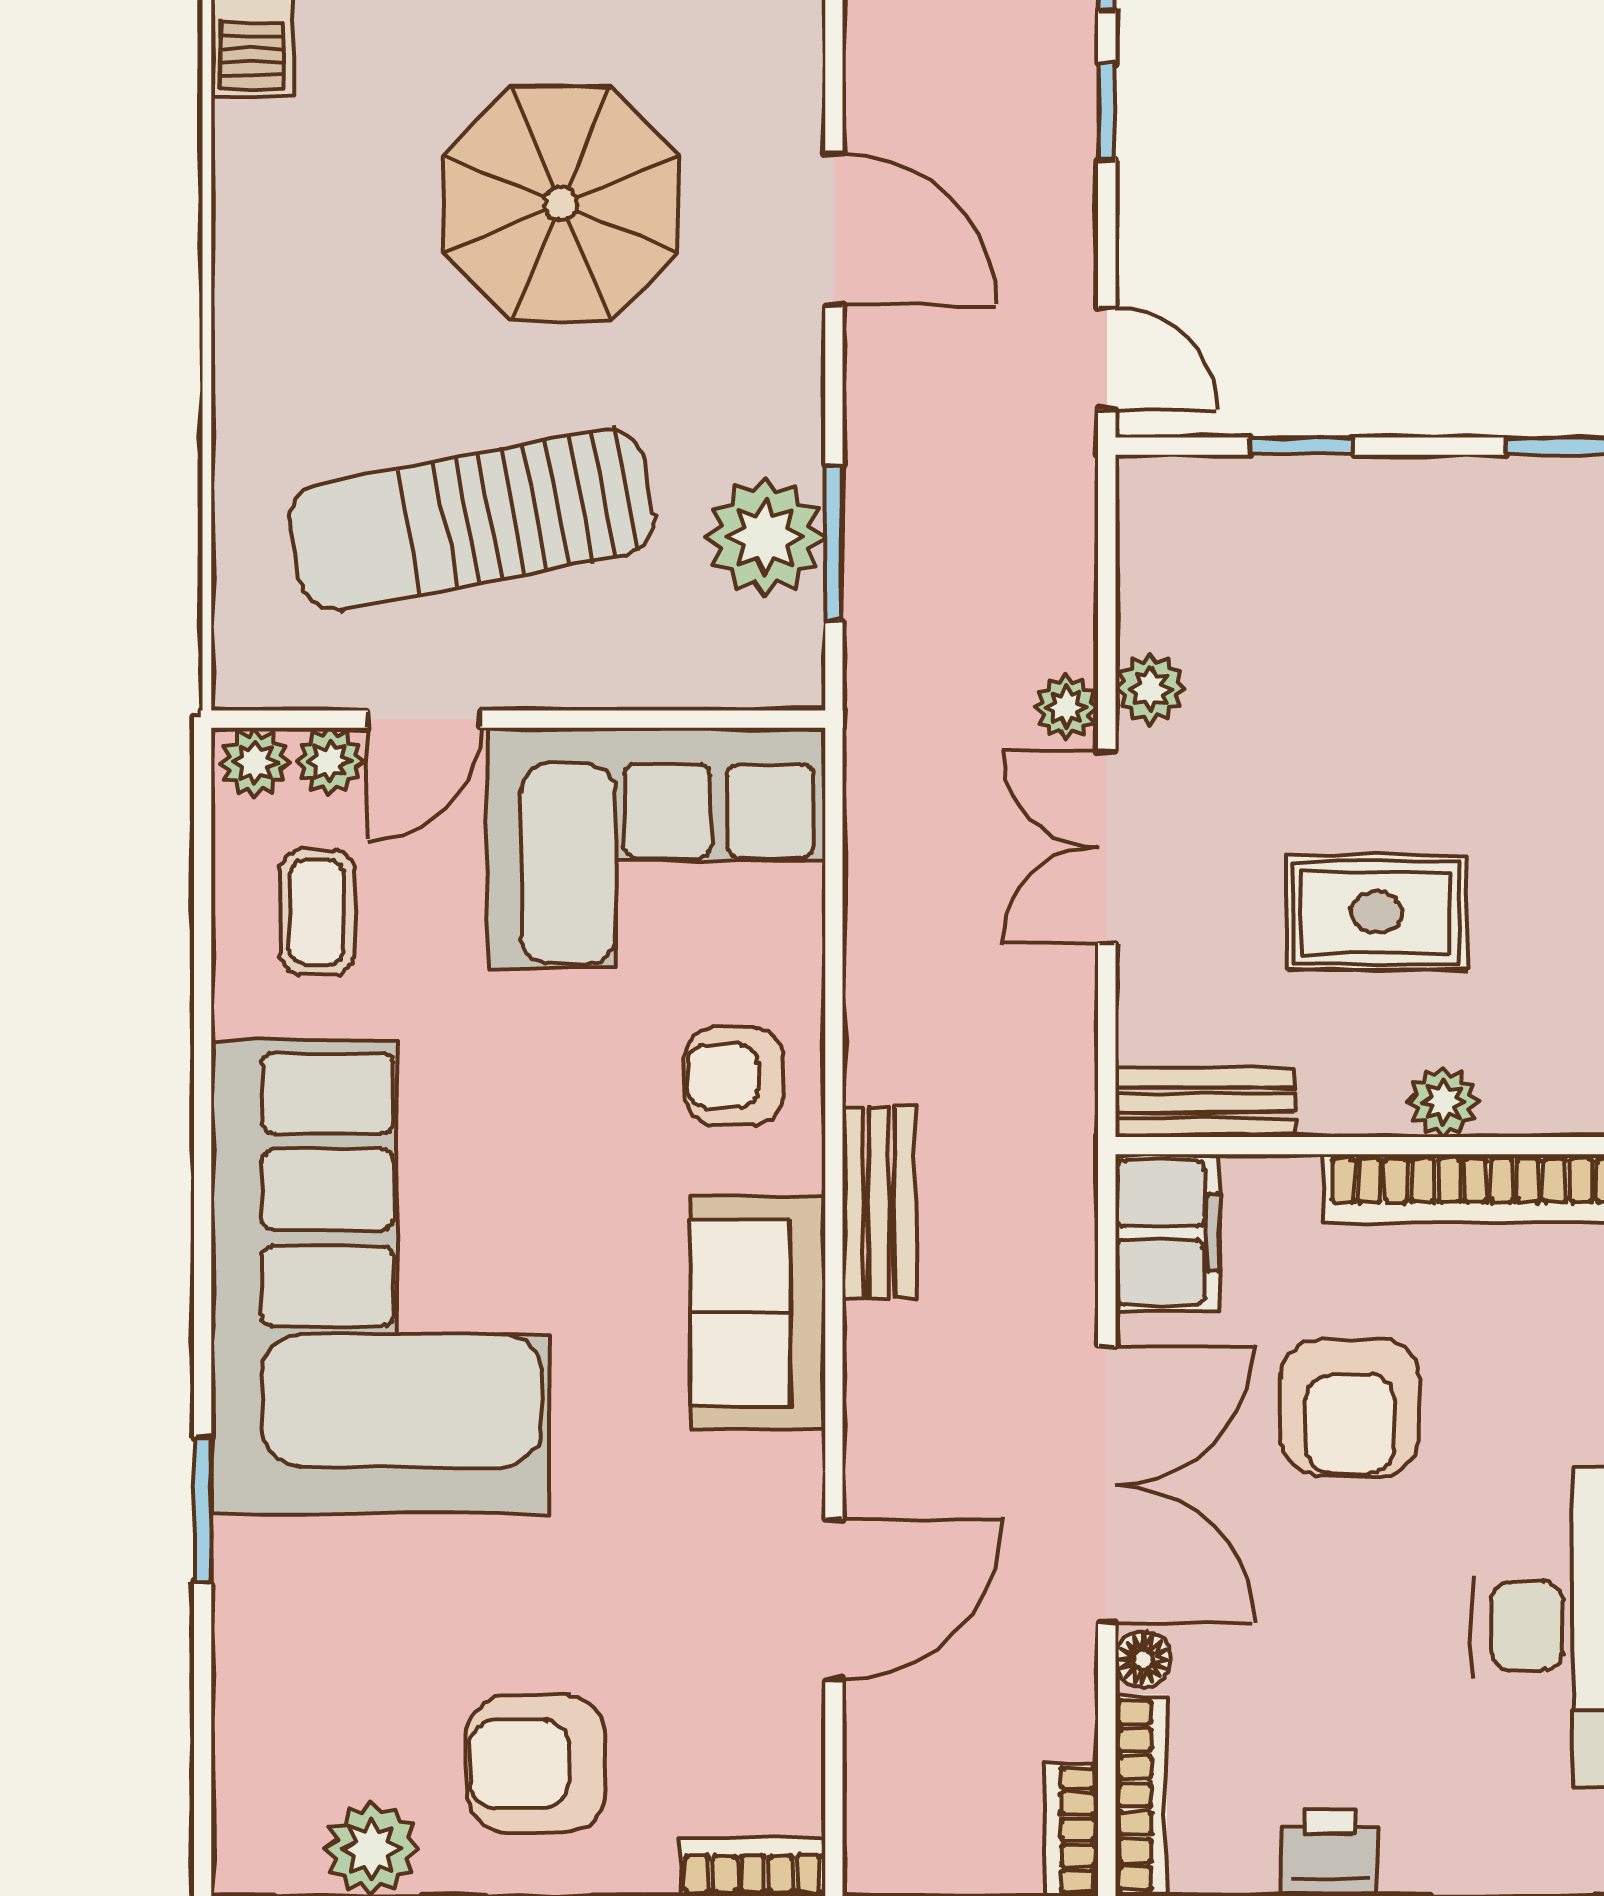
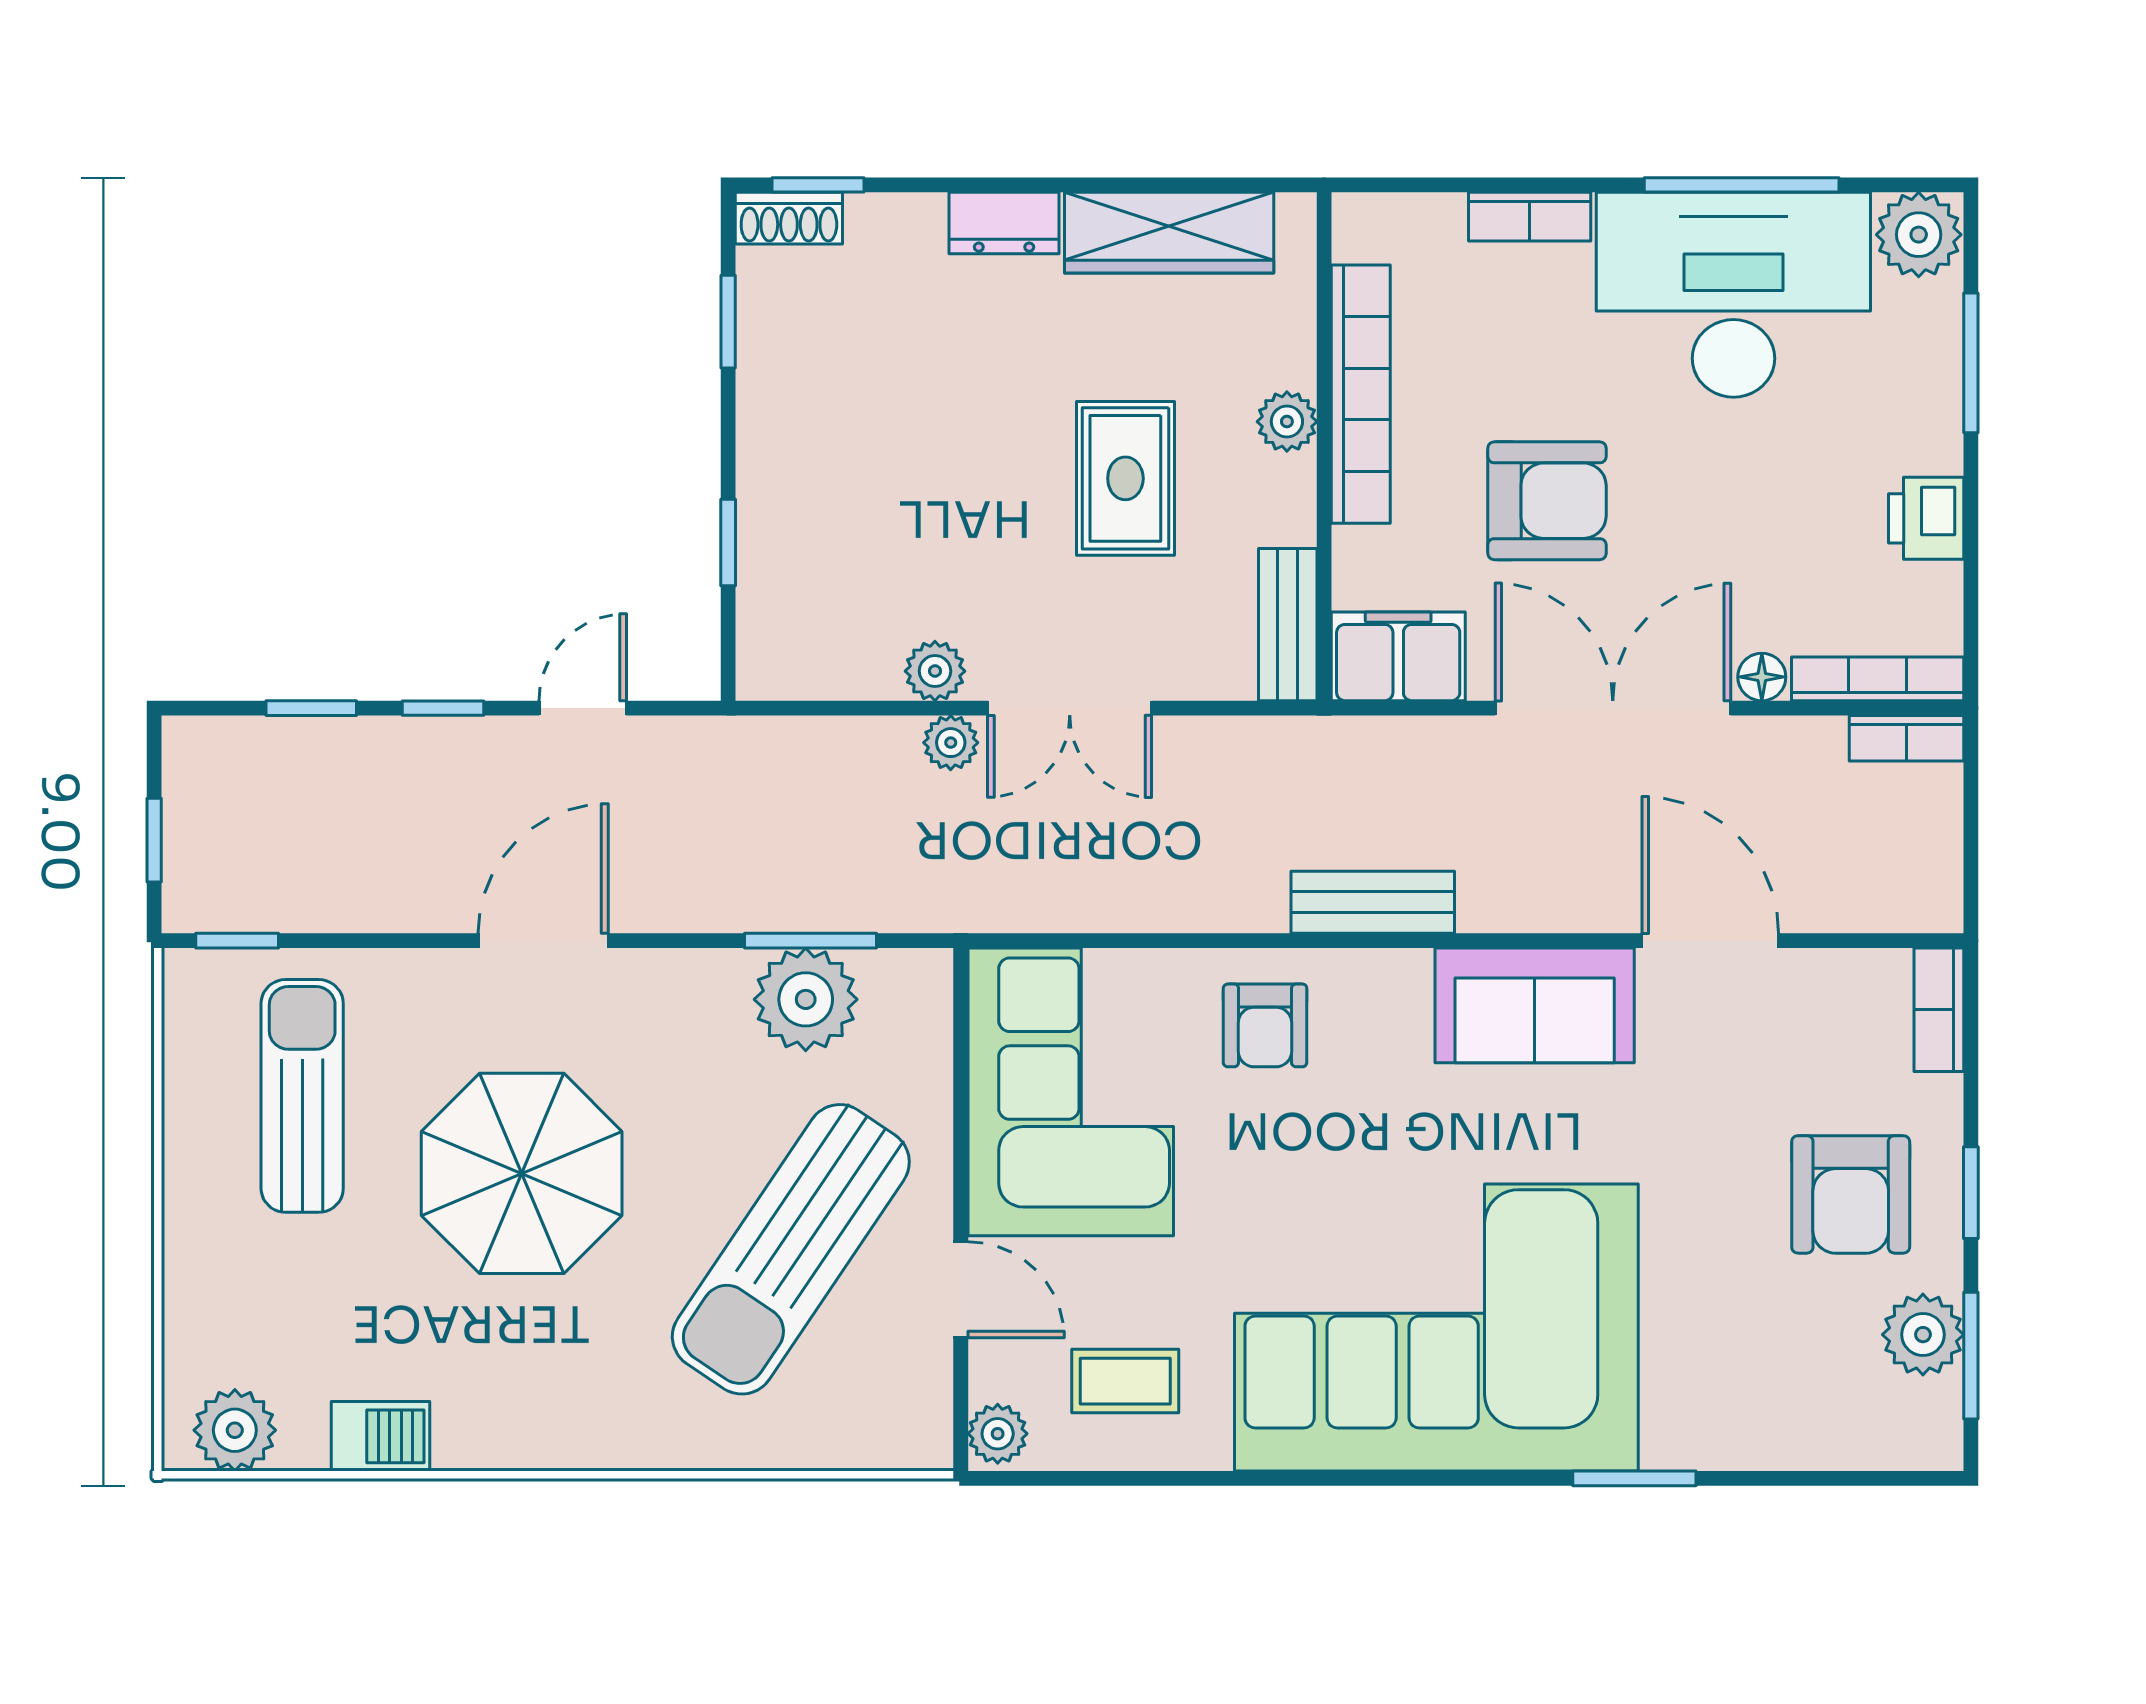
door: (1107, 359) -> (583, 708), moved
sun lounger: (472, 520) -> (791, 1249), turned 45
plant: (330, 761) -> (996, 1370), removed
sofa: (758, 1313) -> (1535, 1005), moved

